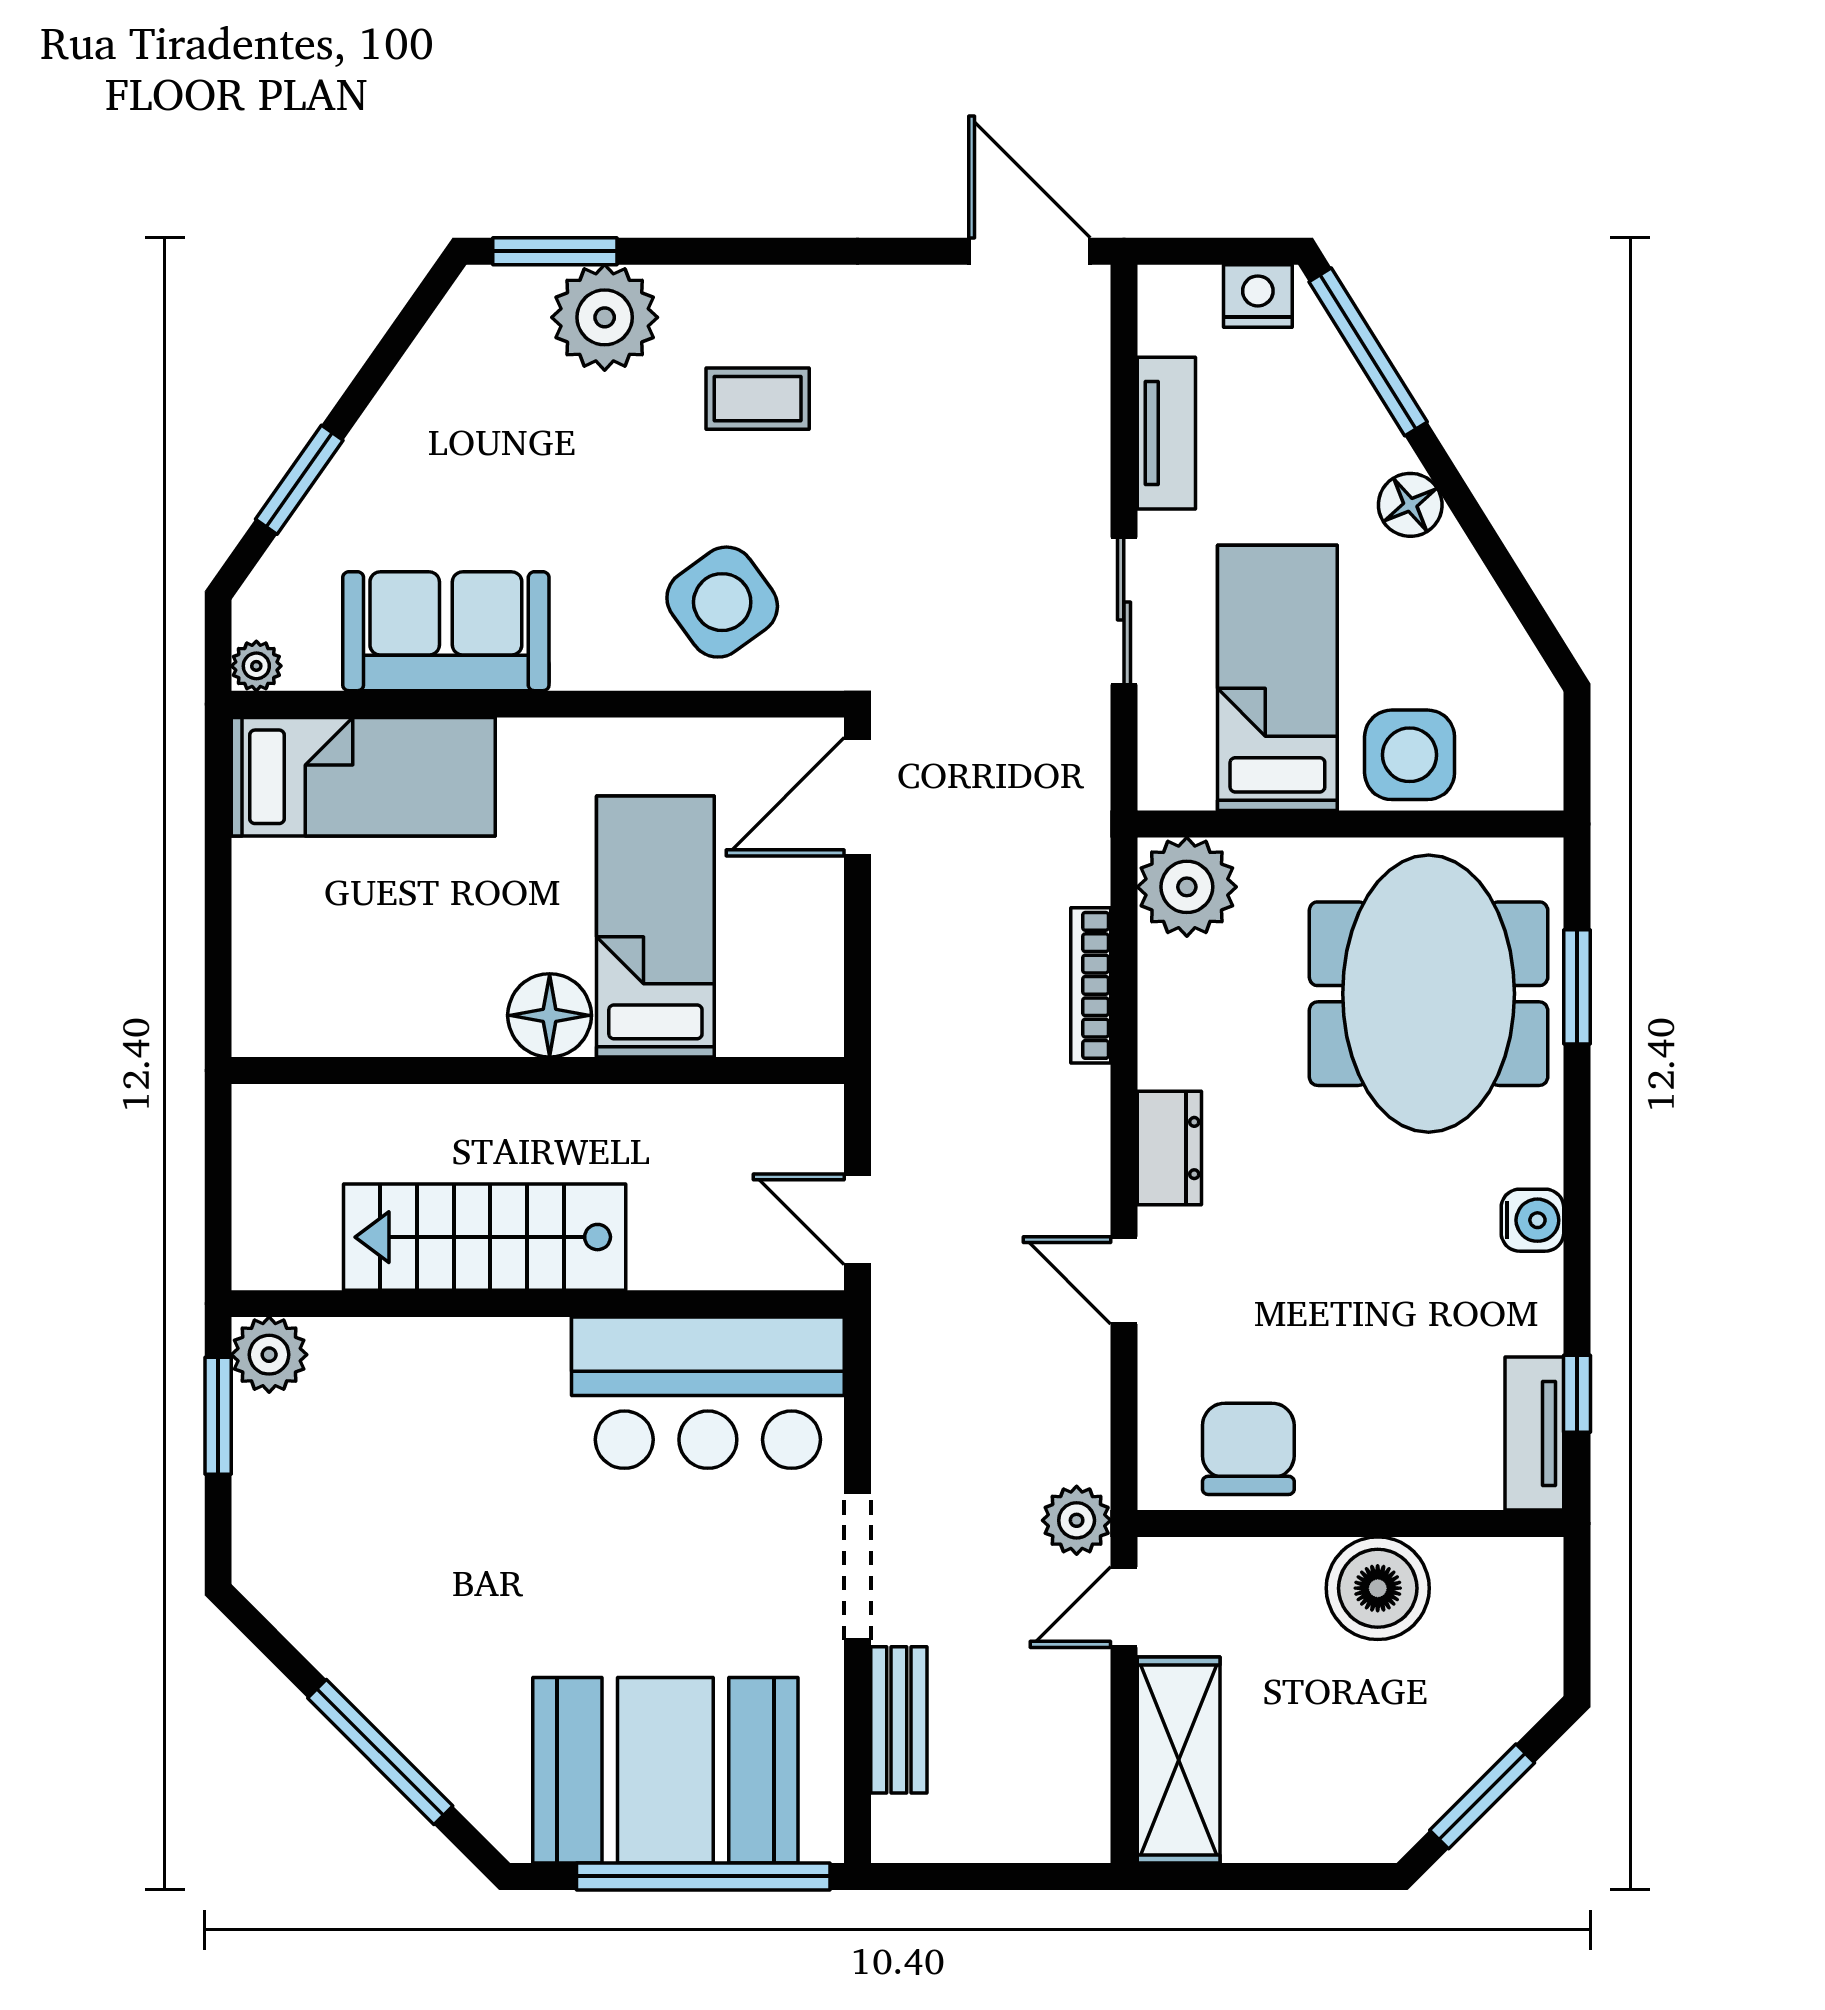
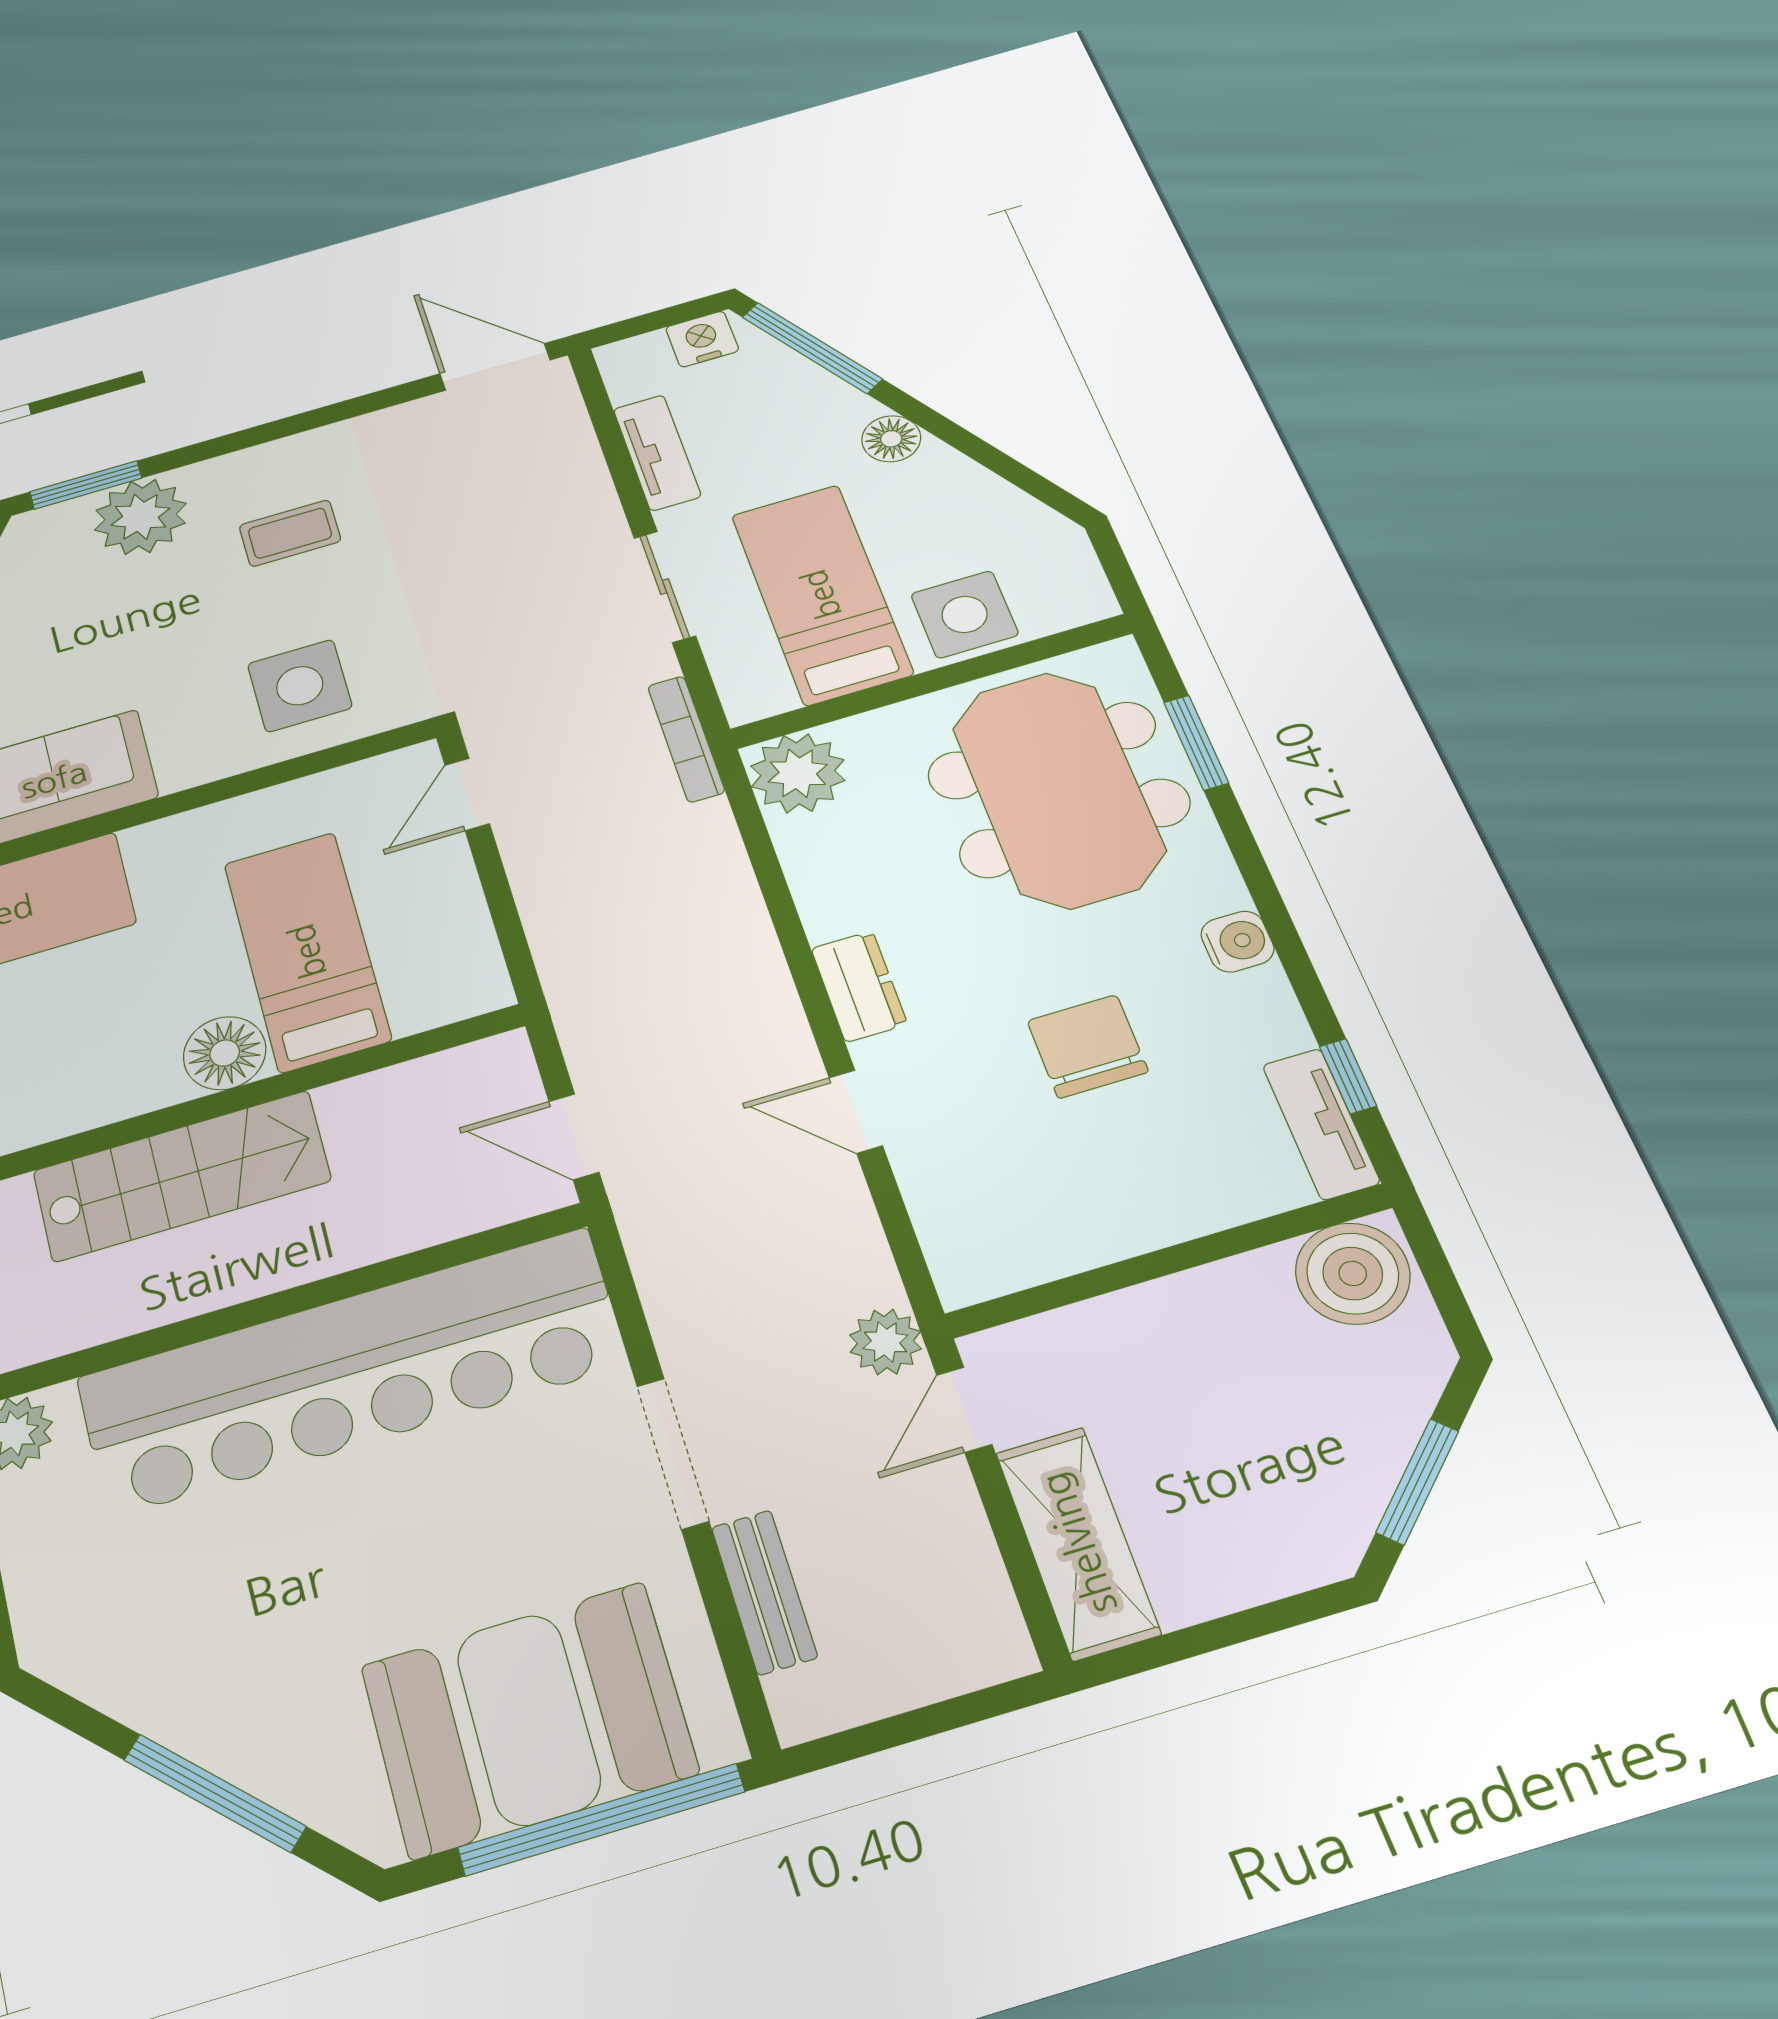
side table: (722, 602) -> (300, 686), turned 36
door: (858, 797) -> (467, 794), width x0.73
bookcase: (1091, 985) -> (686, 739), moved
stairs: (485, 1237) -> (182, 1176), moved, turned 180
bar counter: (708, 1393) -> (351, 1371), width x1.86
chair: (1248, 1449) -> (1088, 1046), moved
boiler: (1378, 1588) -> (1353, 1273), moved

